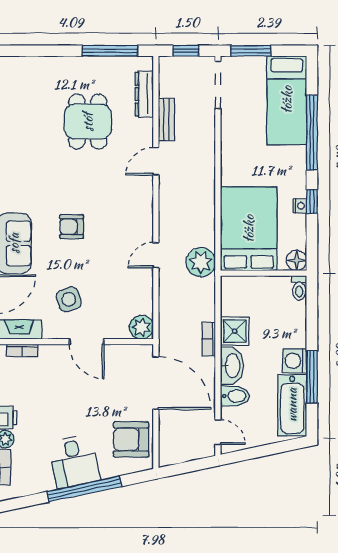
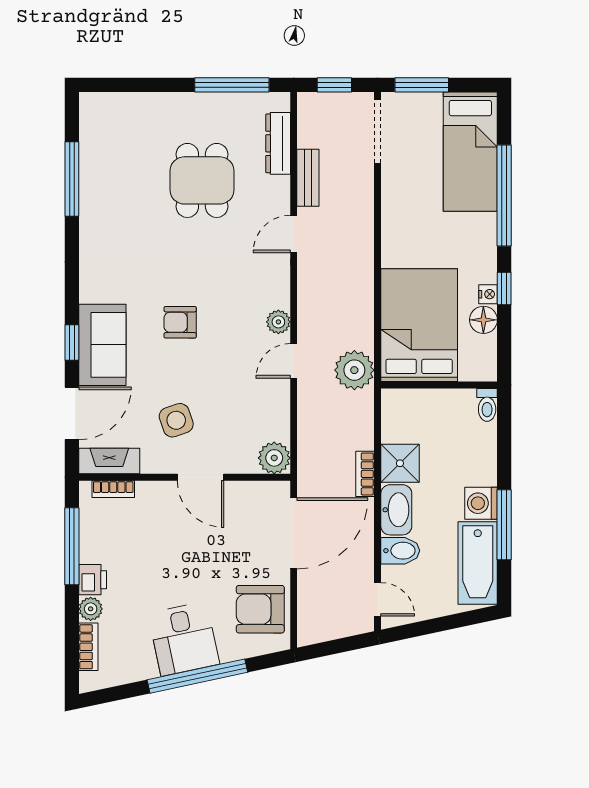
plant: (144, 226) -> (278, 322), added
floor lamp: (296, 261) -> (483, 320), moved
door: (156, 383) -> (294, 533), hinge flipped

